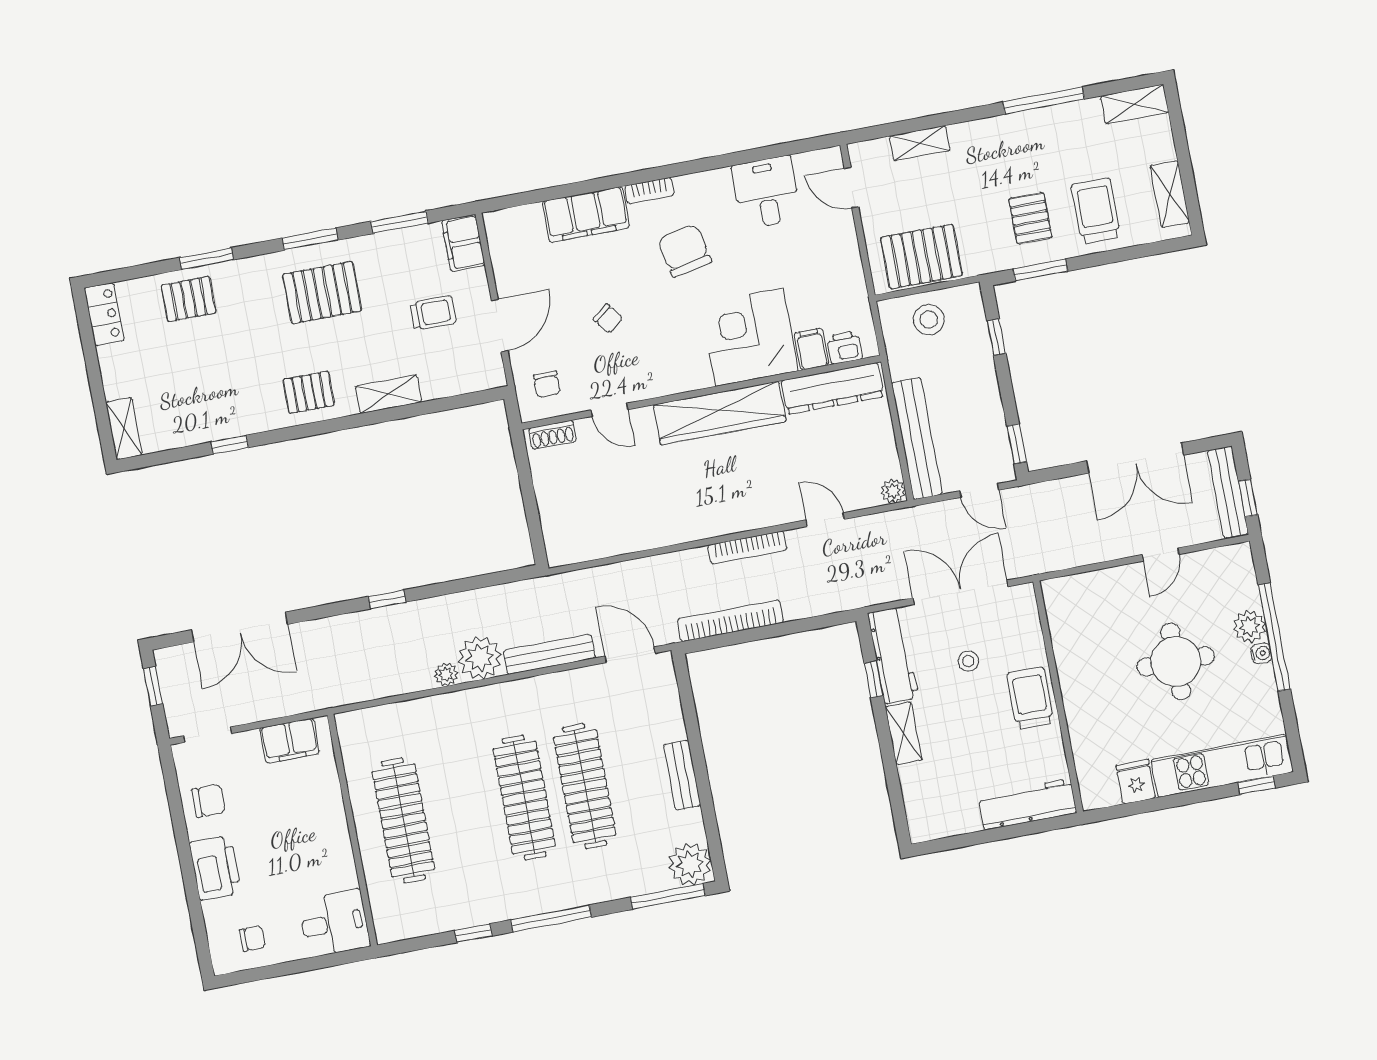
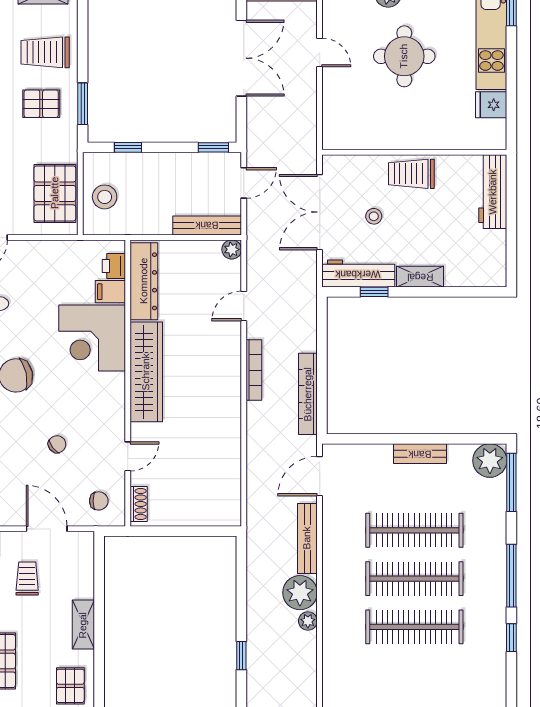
bench: (917, 438) -> (207, 225), width x0.73, depth x0.82
clothes rail: (403, 820) -> (414, 627), moved

